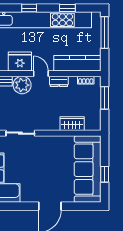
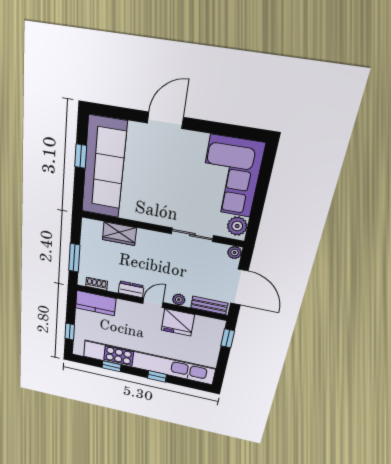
window: (105, 32) -> (70, 332), width x0.46
kitchen counter: (77, 63) -> (96, 303), width x0.67
door: (41, 74) -> (153, 303), swing flipped
plant: (22, 85) -> (179, 300), width x0.53, depth x0.53

